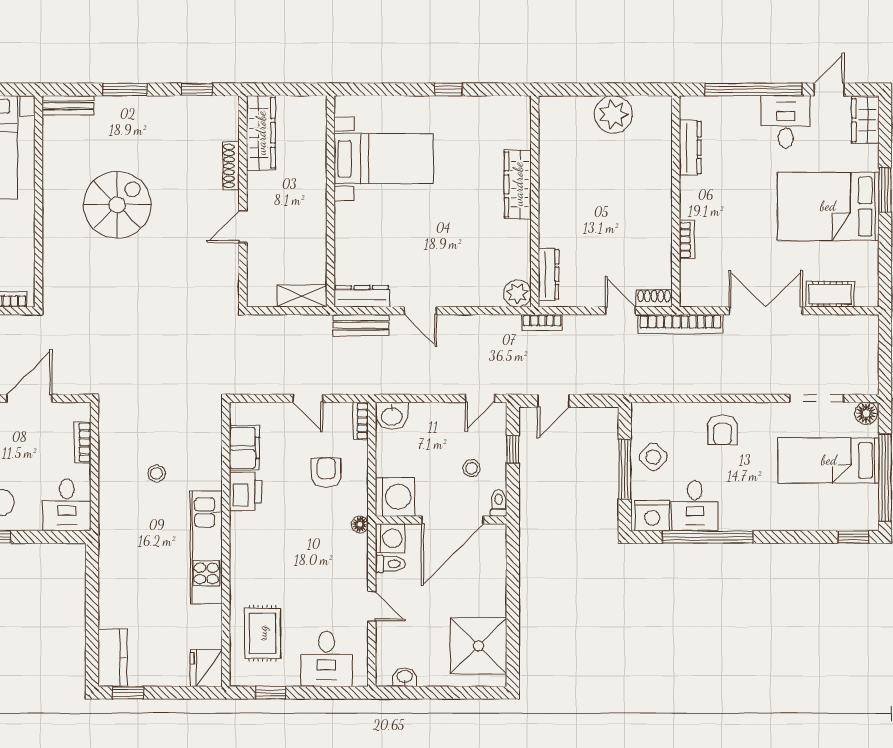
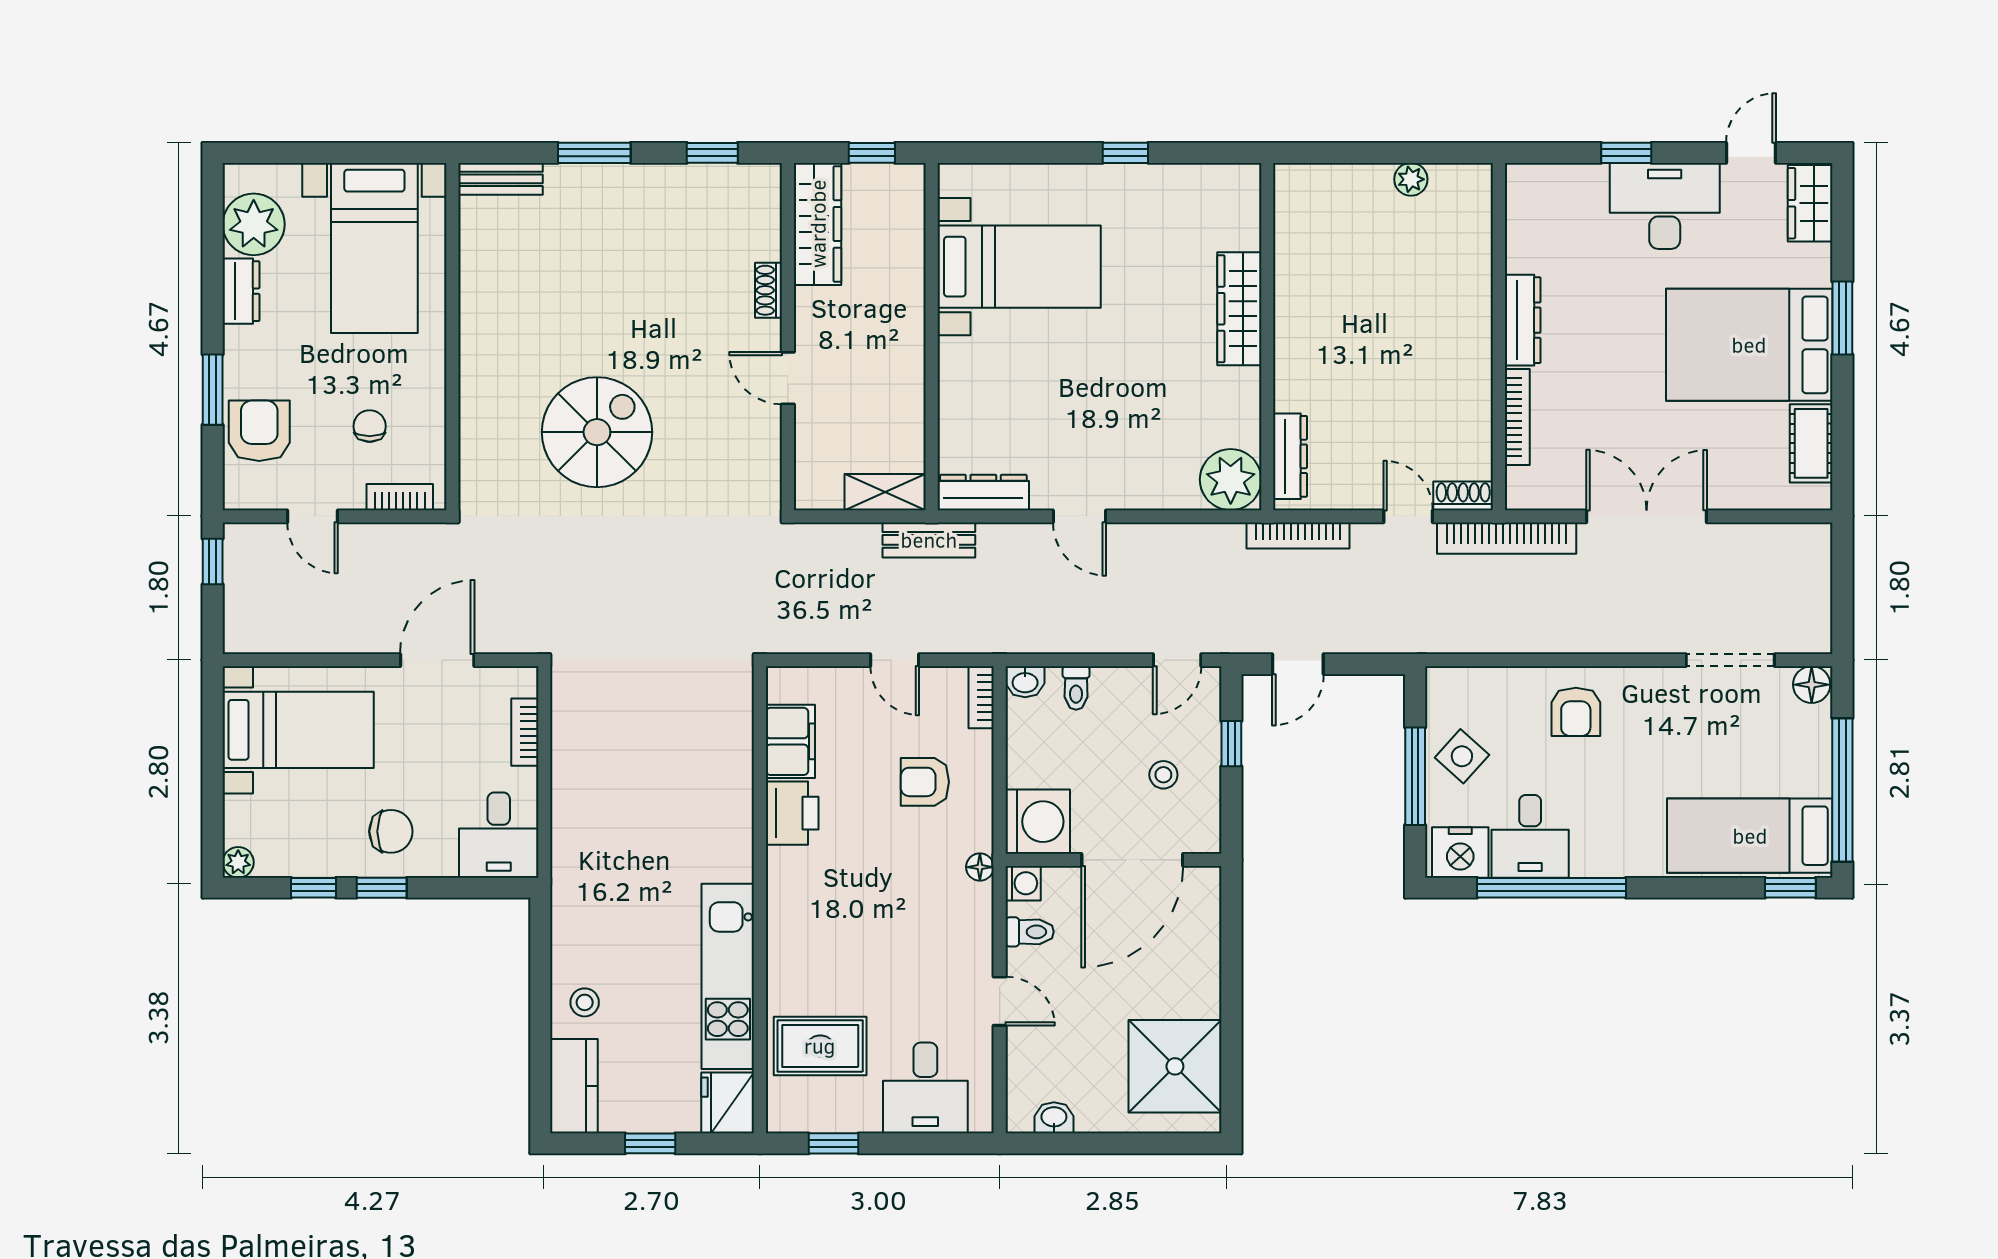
window: (294, 89) -> (872, 153), added
window: (753, 89) -> (1626, 153), width x0.32
plant: (613, 114) -> (1411, 179), width x0.53, depth x0.53
desk: (786, 122) -> (1665, 206), width x1.37
dresser: (690, 148) -> (1523, 320), moved
shoe rack: (231, 166) -> (768, 290), width x0.70
spiral stairs: (117, 205) -> (597, 432), moved
door: (243, 227) -> (788, 378), hinge flipped
bookcase: (687, 240) -> (1517, 417), width x1.56
plant: (517, 293) -> (1231, 480), width x1.36, depth x1.36
cot: (830, 294) -> (1811, 443), moved, turned 90
bookcase: (542, 322) -> (1298, 535), width x1.56
bench: (361, 325) -> (929, 540), moved
washbasin: (392, 416) -> (1025, 682), width x0.72, depth x0.69
bed: (829, 460) -> (1750, 836), moved
stool: (157, 473) -> (585, 1002), moved
armchair: (326, 473) -> (925, 782), turned -90
toilet: (499, 503) -> (1076, 688), moved, turned 180
washing machine: (390, 538) -> (1023, 883), width x0.73, depth x0.73
kitchen unit: (206, 547) -> (728, 976), moved
rug: (262, 633) -> (820, 1046), turned 90
window: (128, 693) -> (650, 1143), moved

